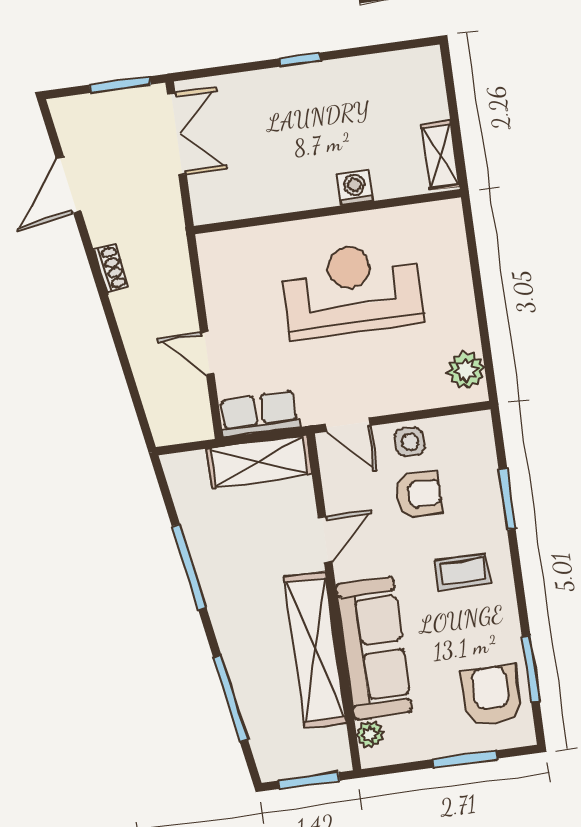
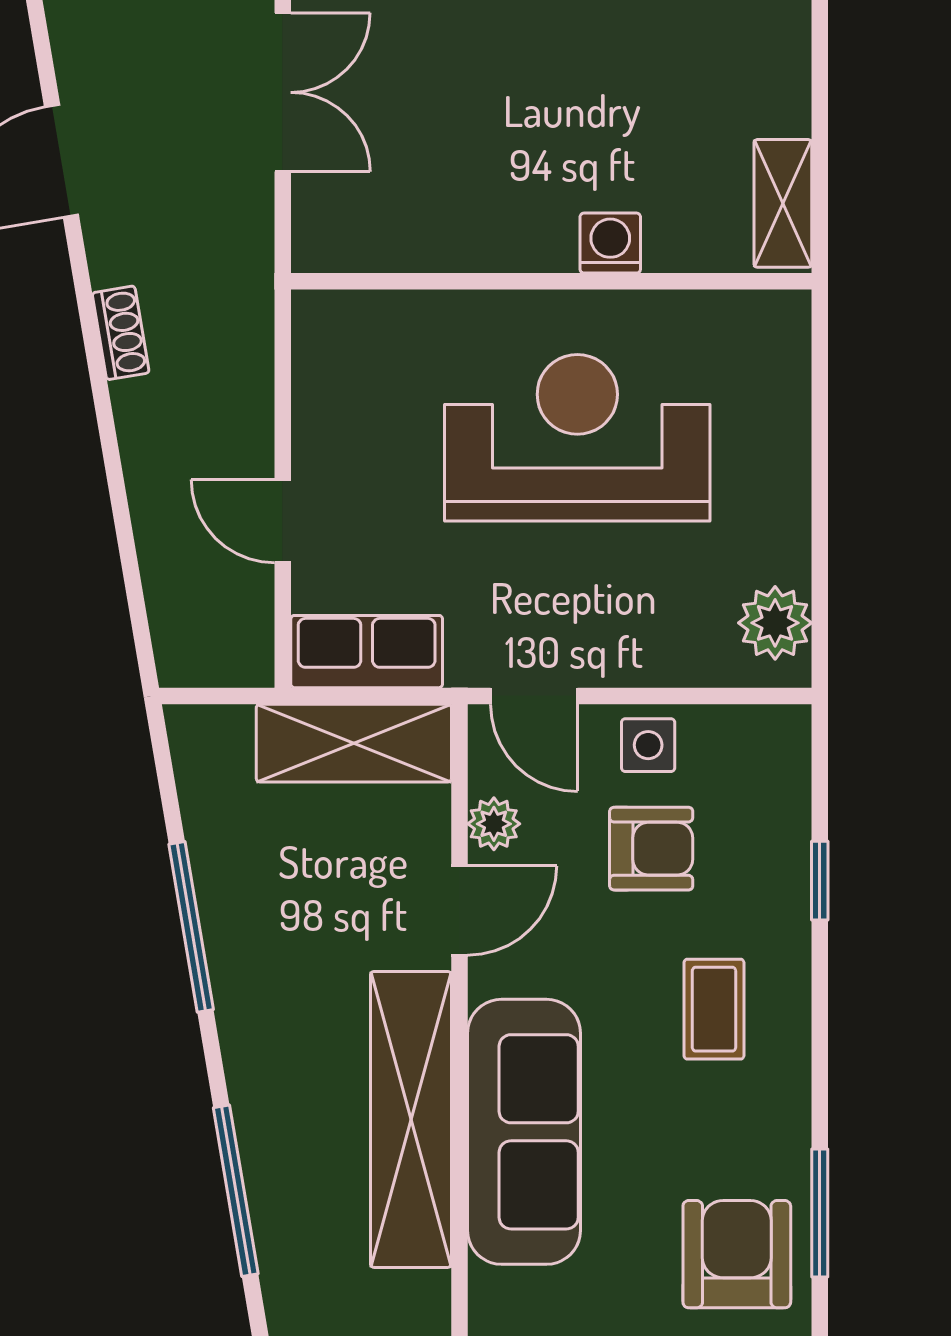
window: (507, 499) -> (820, 881), width x0.67
coffee table: (462, 572) -> (714, 1009), turned 90
plant: (370, 734) -> (494, 824), moved

